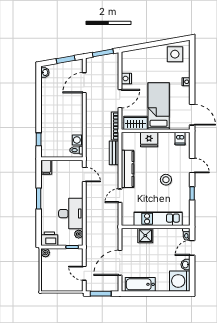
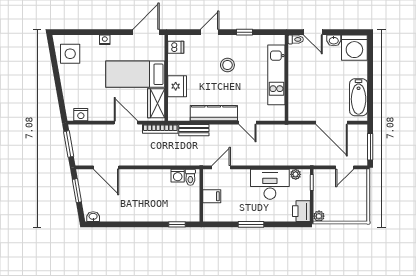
nightstand: (126, 78) -> (81, 115), moved
filing cabinet: (46, 167) -> (212, 196), moved
shower: (145, 236) -> (297, 91), removed

